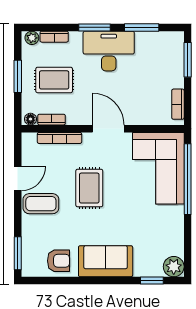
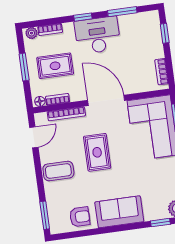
window: (95, 27) -> (83, 17), width x0.67
window: (188, 60) -> (165, 33), width x0.67
door: (108, 129) -> (106, 100), width x1.36
door: (18, 178) -> (34, 137), moved

